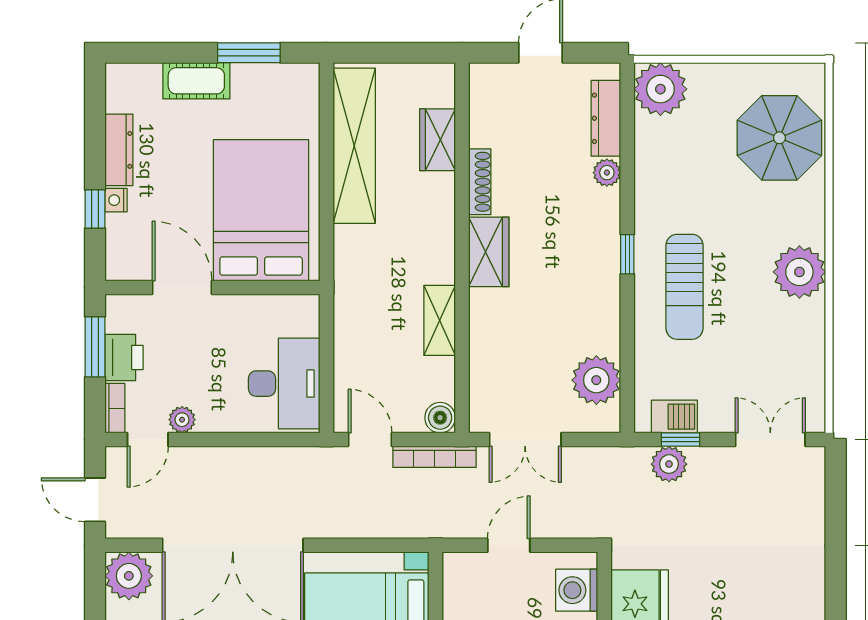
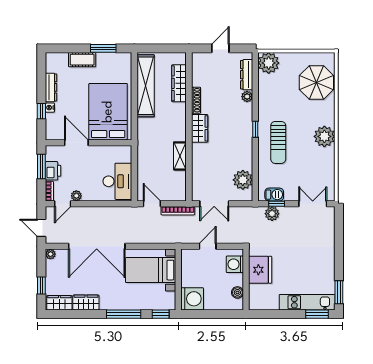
wardrobe: (437, 140) -> (179, 83), width x1.50
boiler: (440, 418) -> (180, 195), removed
plant: (129, 576) -> (50, 254), width x0.53, depth x0.53

